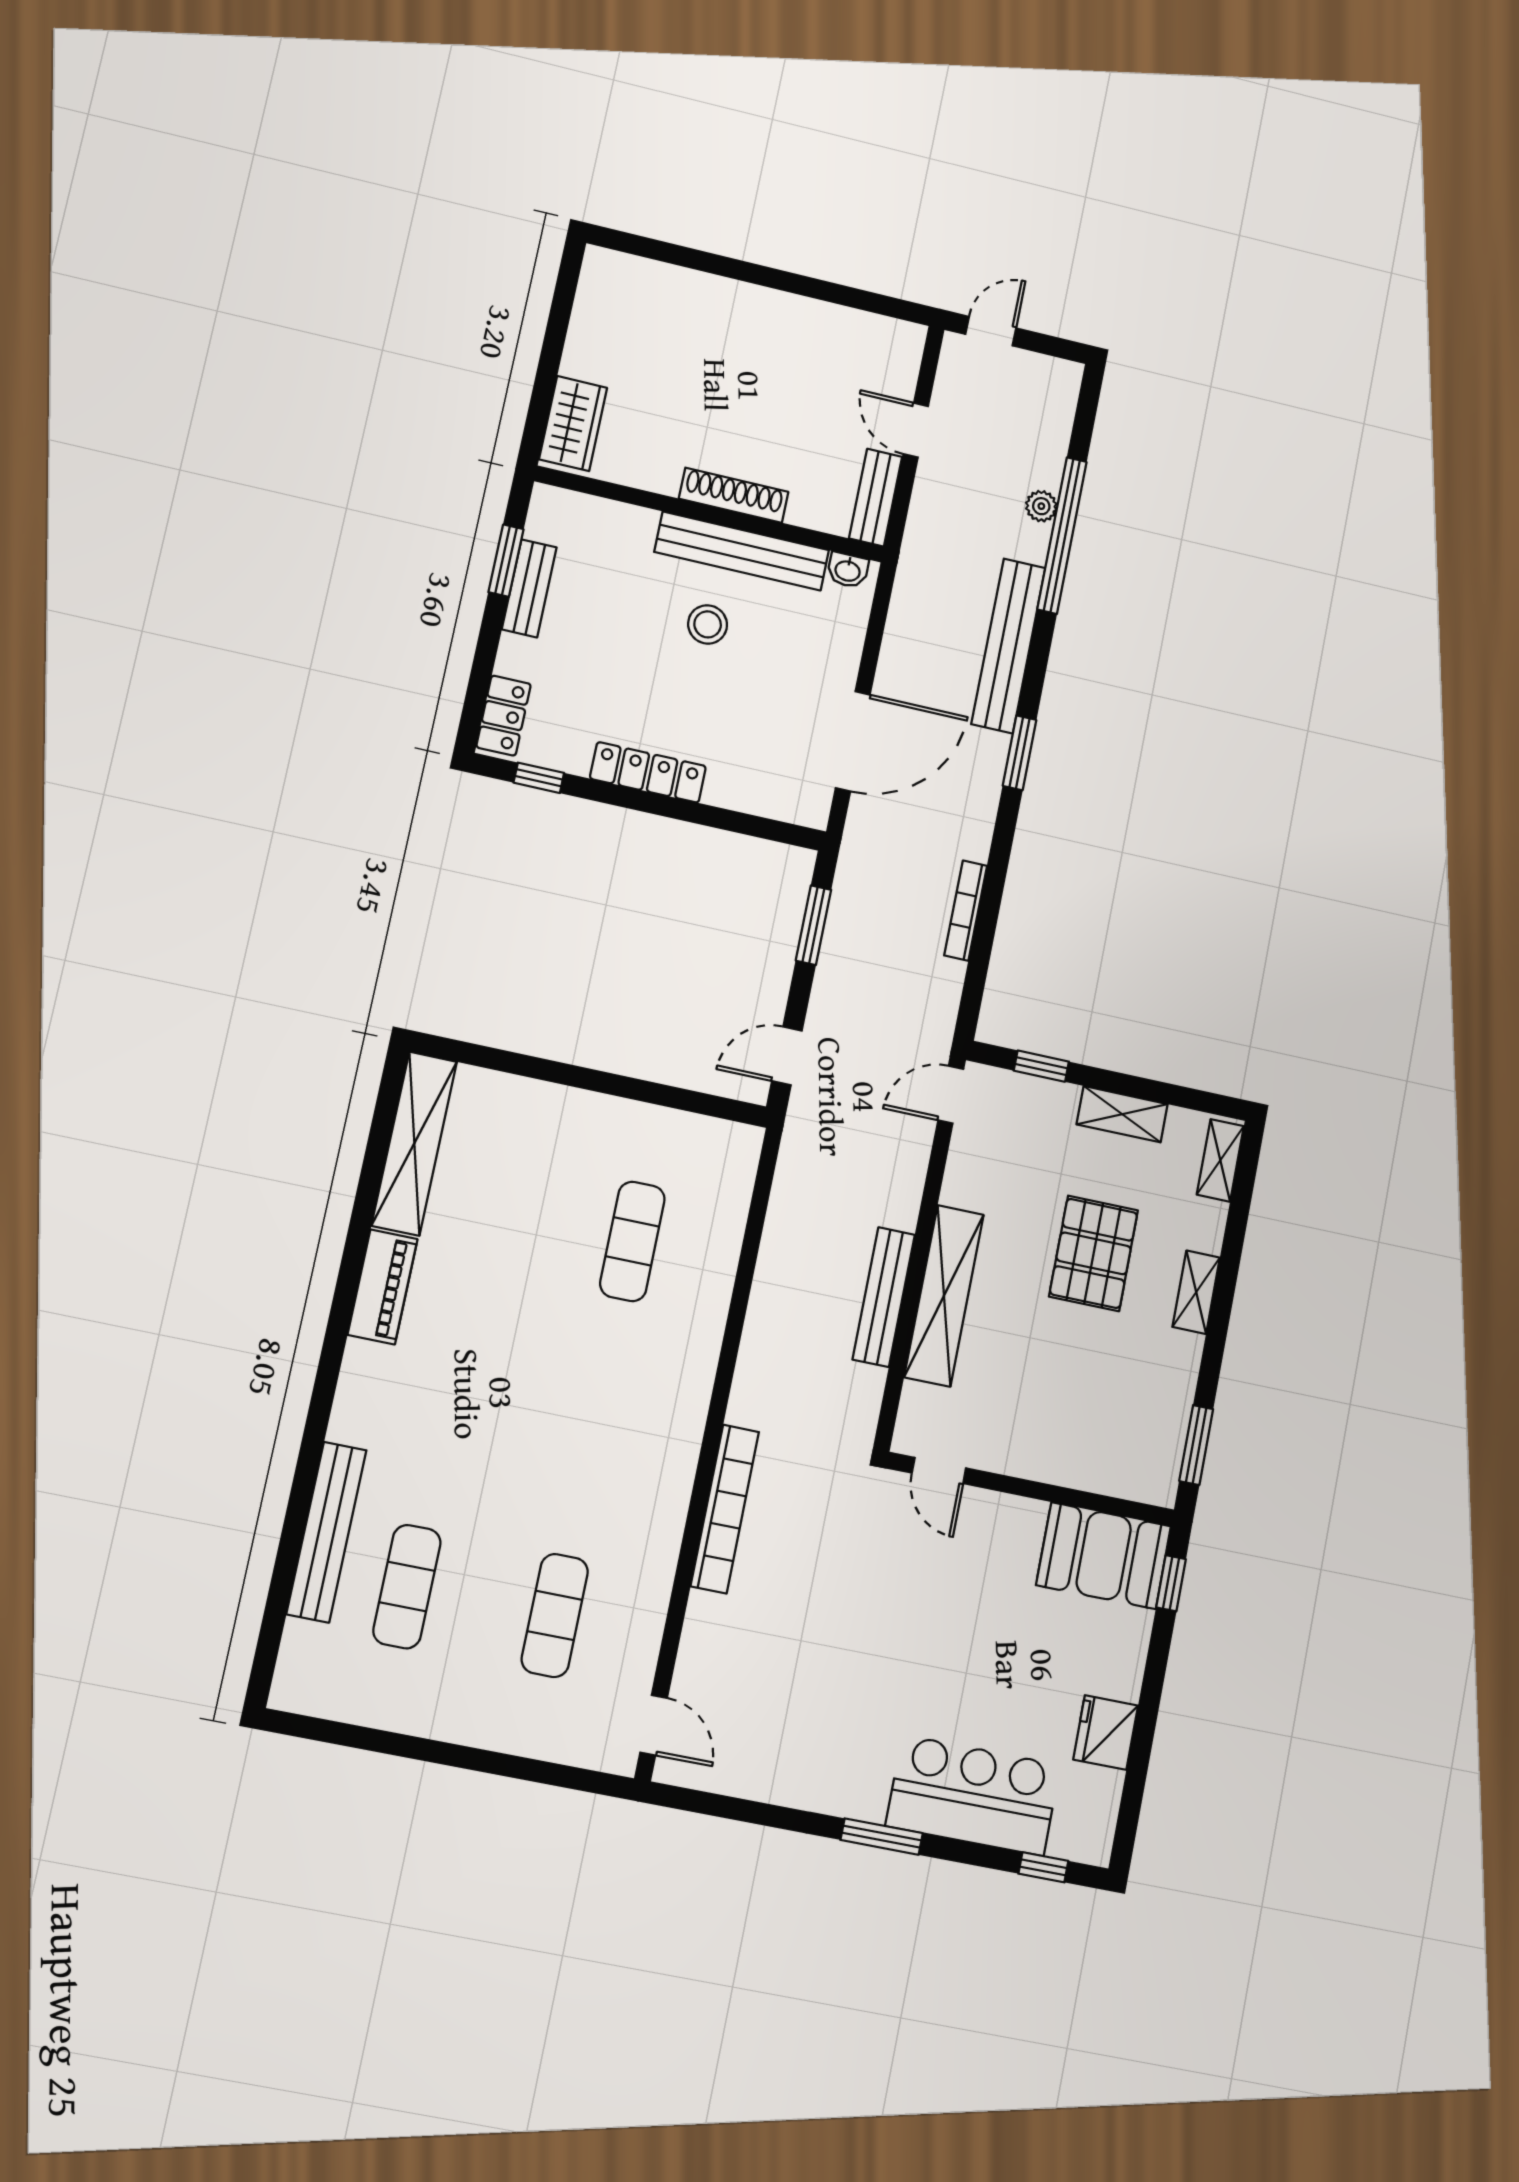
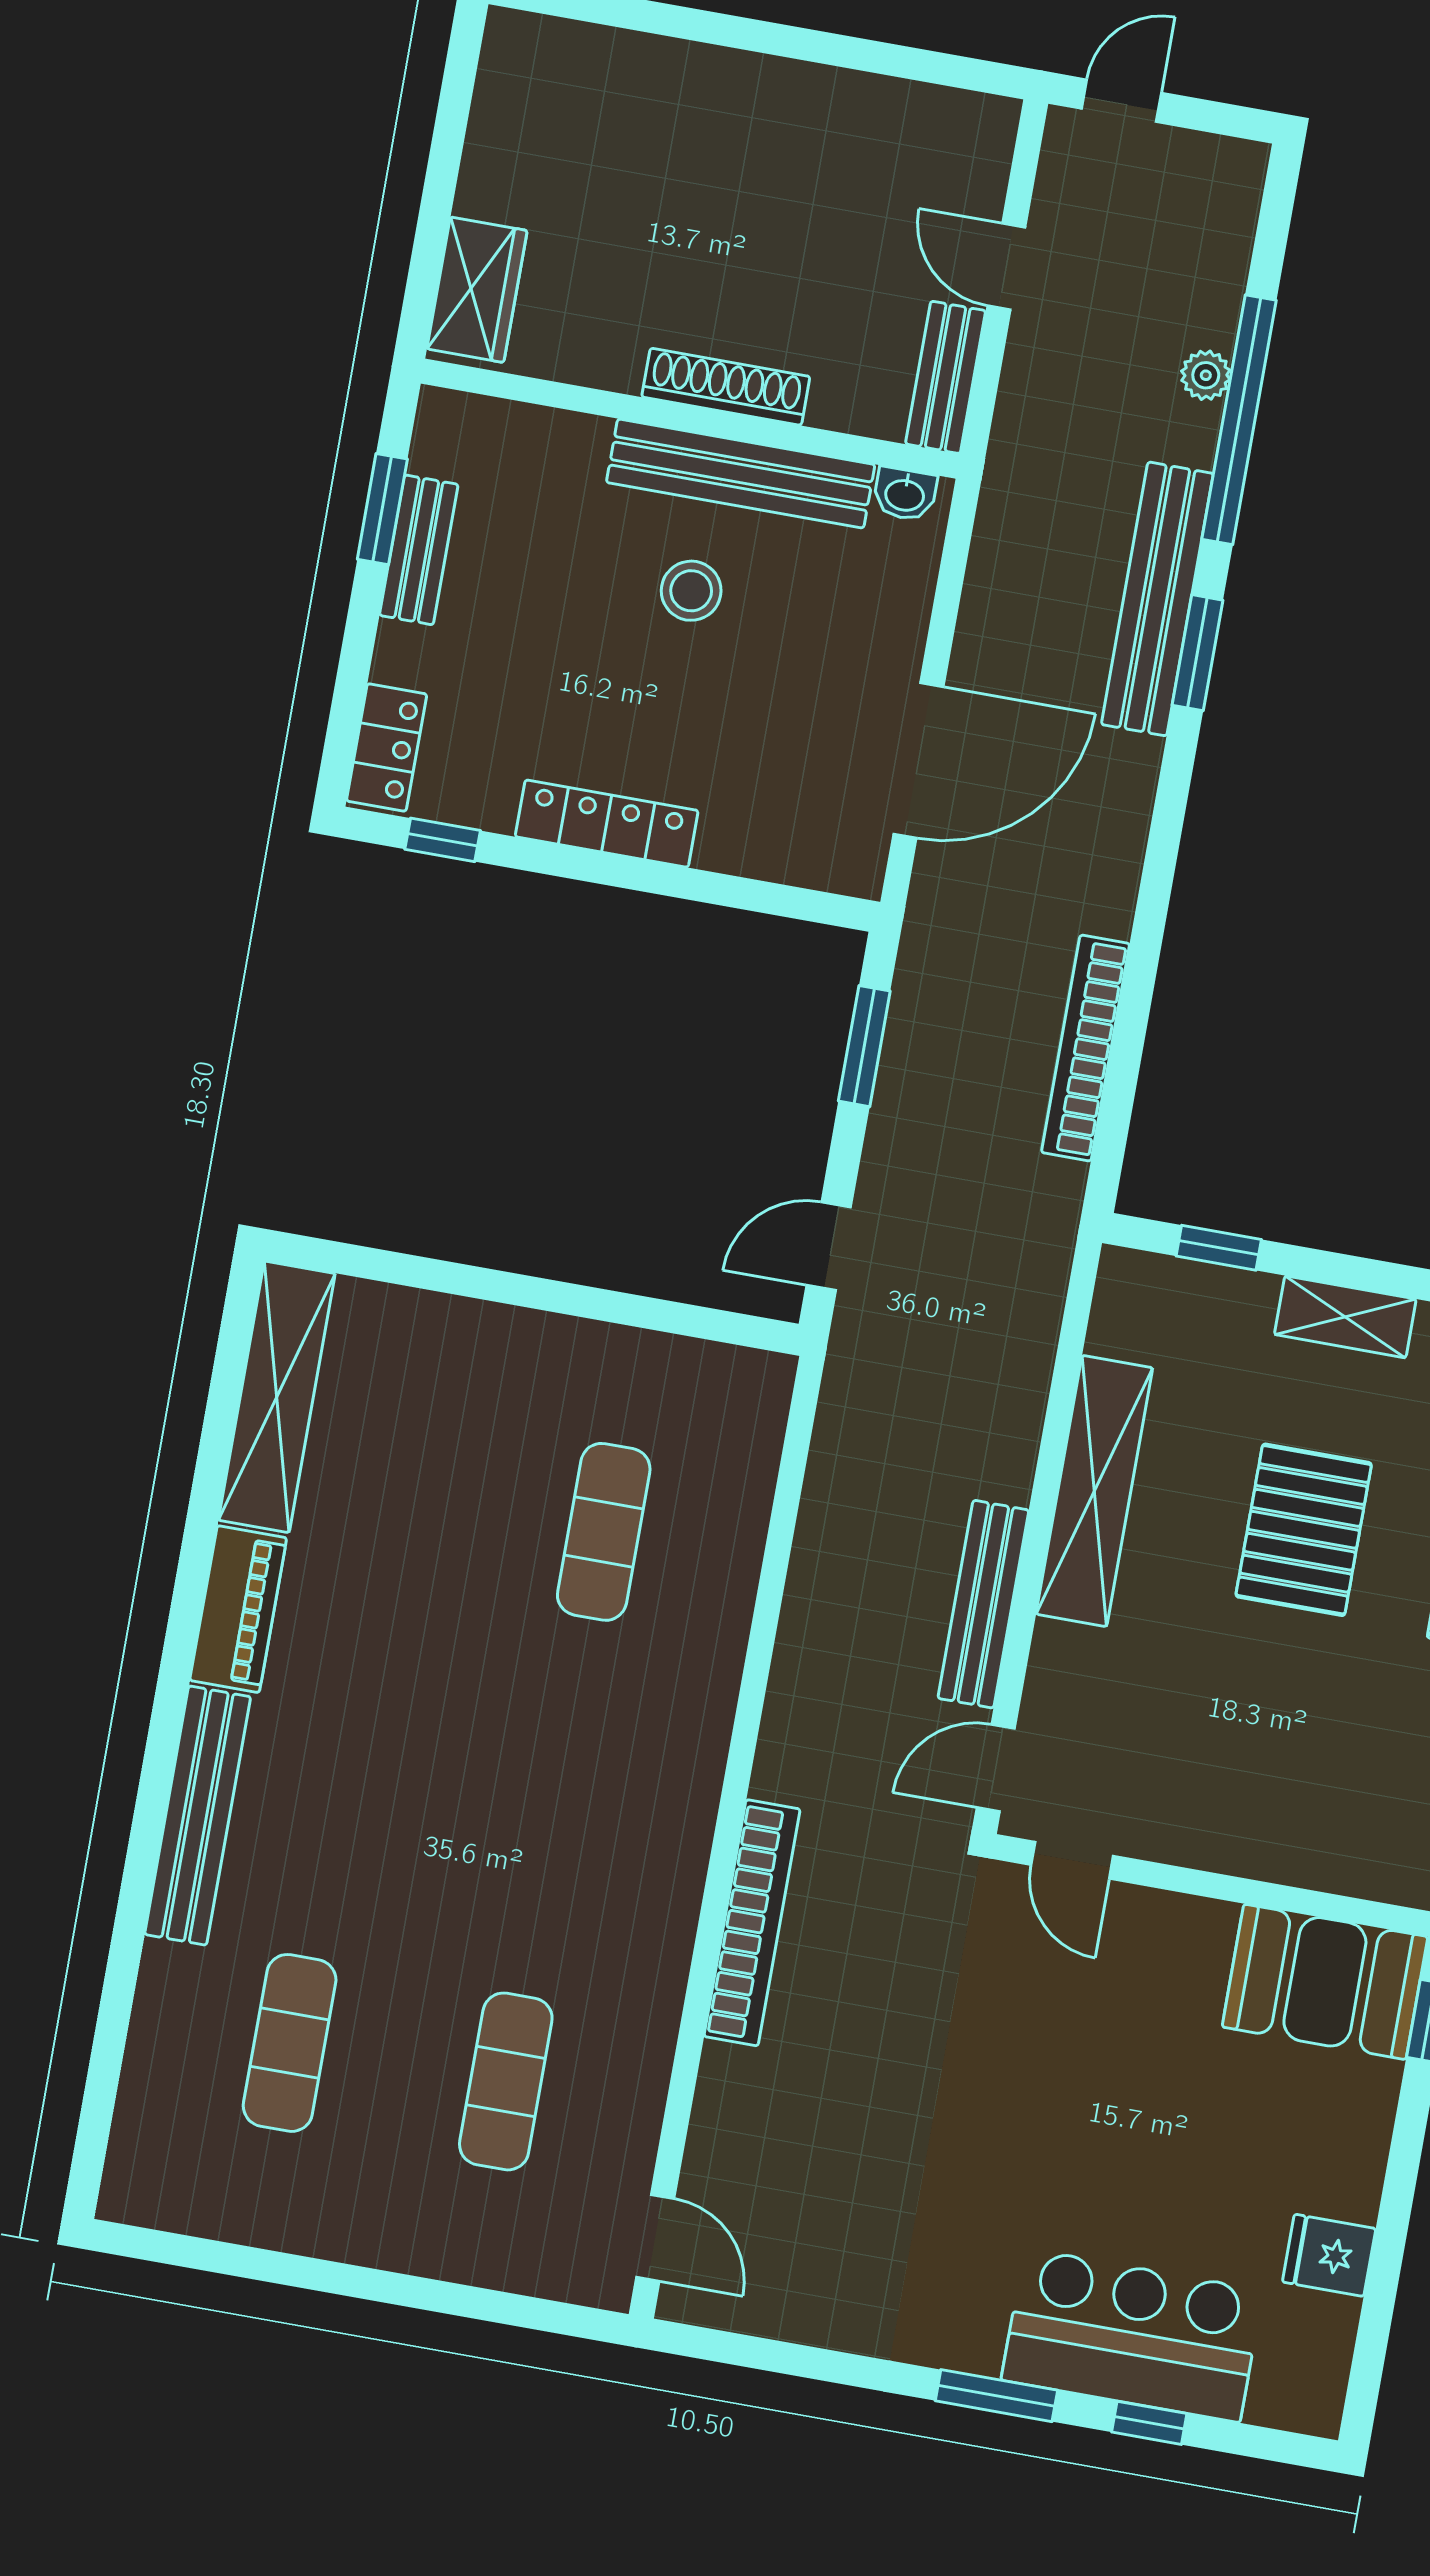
window: (1020, 753) -> (1198, 653), moved
bookcase: (966, 911) -> (1086, 1048), width x1.48, depth x1.31
door: (951, 1095) -> (996, 1768), moved
shelving: (944, 1296) -> (1094, 1491), moved
bench: (326, 1532) -> (198, 1816), moved
fridge: (1106, 1733) -> (1329, 2255), width x0.72
window: (1043, 1867) -> (1149, 2423), moved

